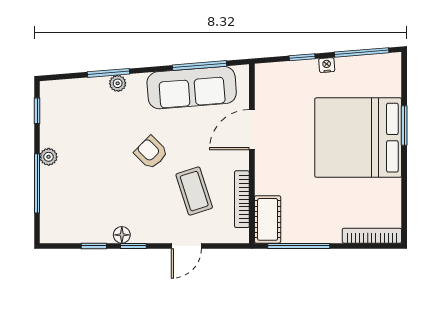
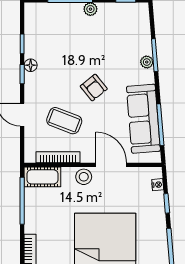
nightstand: (327, 65) -> (158, 185), moved
armchair: (151, 153) -> (94, 88), turned 96
stool: (267, 166) -> (84, 177), added
coffee table: (194, 191) -> (64, 121), turned 39

